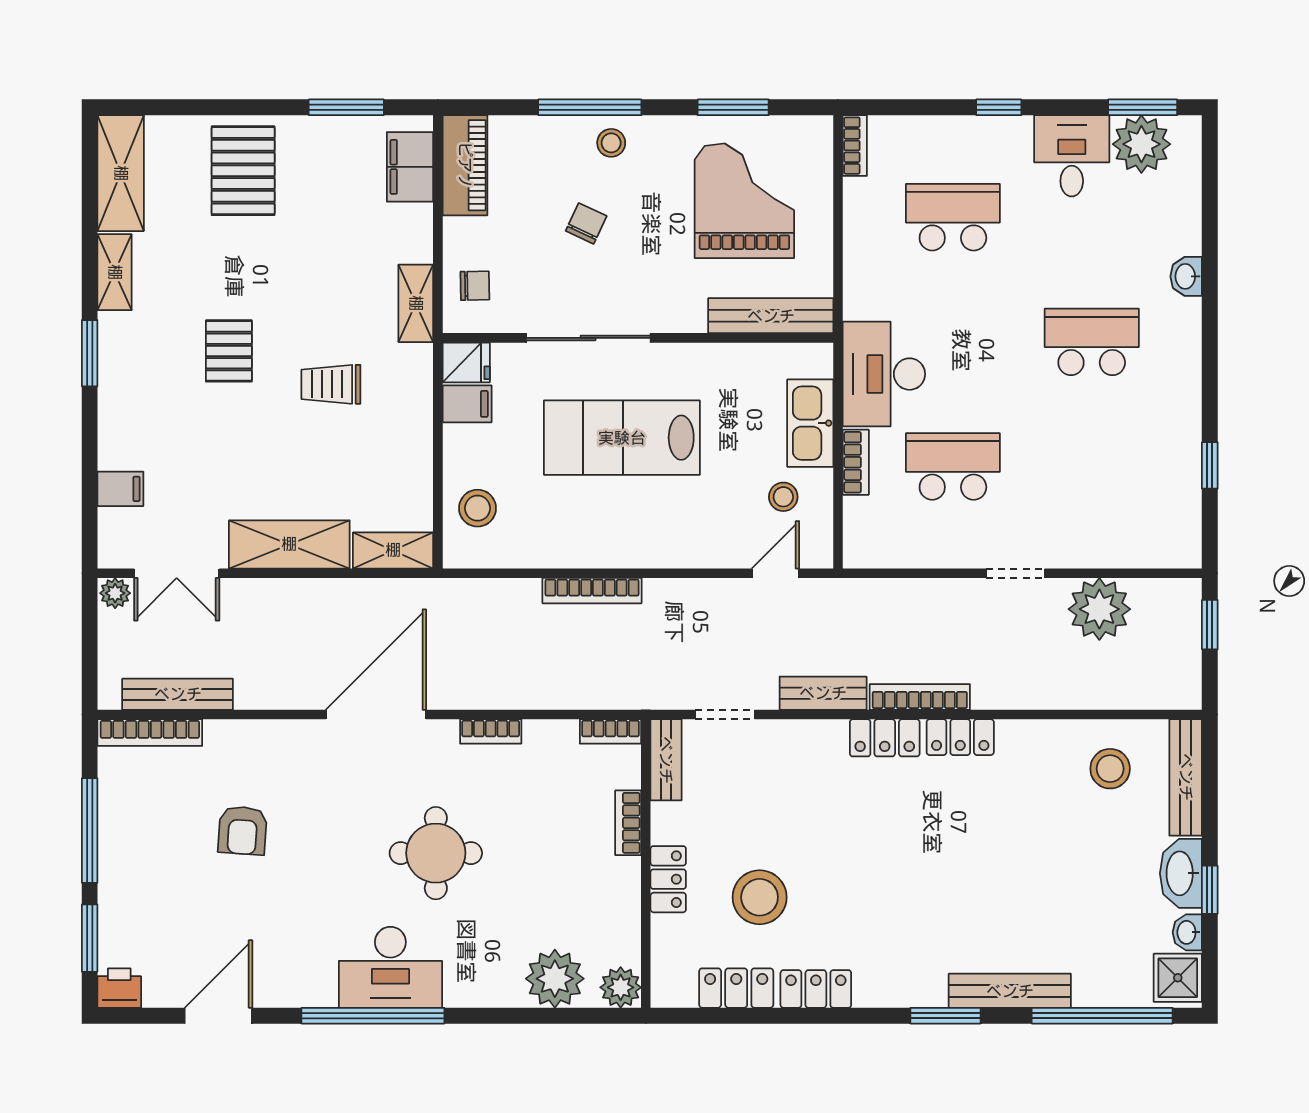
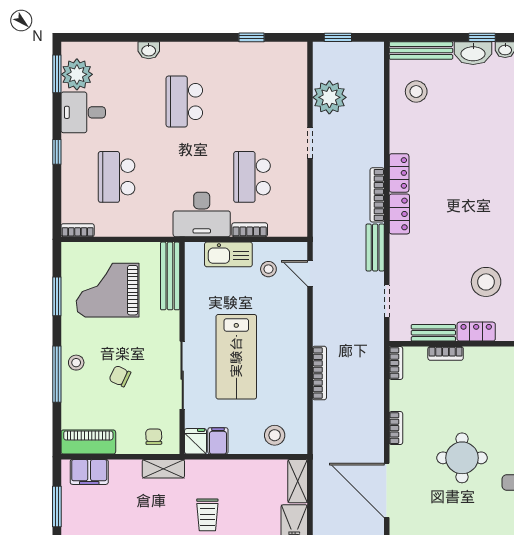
bench: (666, 760) -> (433, 333), moved

